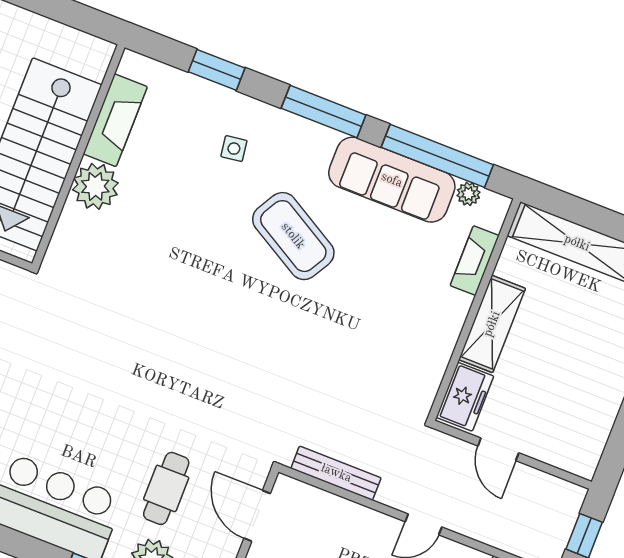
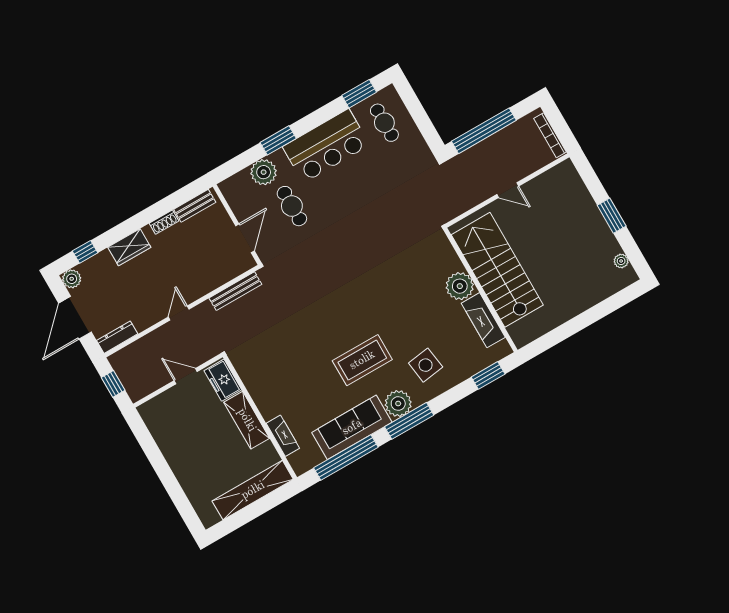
window: (217, 70) -> (488, 375), moved
side table: (234, 149) -> (426, 365), width x1.87, depth x1.87
plant: (468, 194) -> (398, 404), moved, width x1.88, depth x1.88
coffee table: (293, 236) -> (362, 360), turned -30
door: (257, 516) -> (245, 238), hinge flipped

